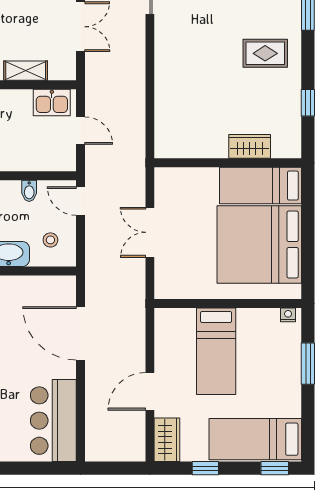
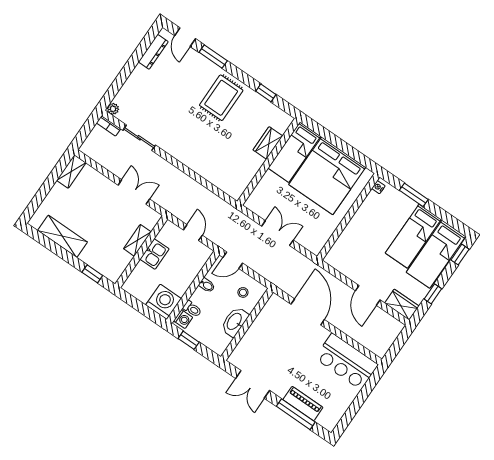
rug: (265, 53) -> (221, 98), width x1.36, depth x1.43
kitchen sink: (52, 102) -> (155, 254), moved
door: (81, 131) -> (193, 233), hinge flipped
double door: (150, 232) -> (278, 233), swing flipped
door: (81, 333) -> (308, 312), swing flipped
bed: (216, 351) -> (413, 236), moved, turned 90

